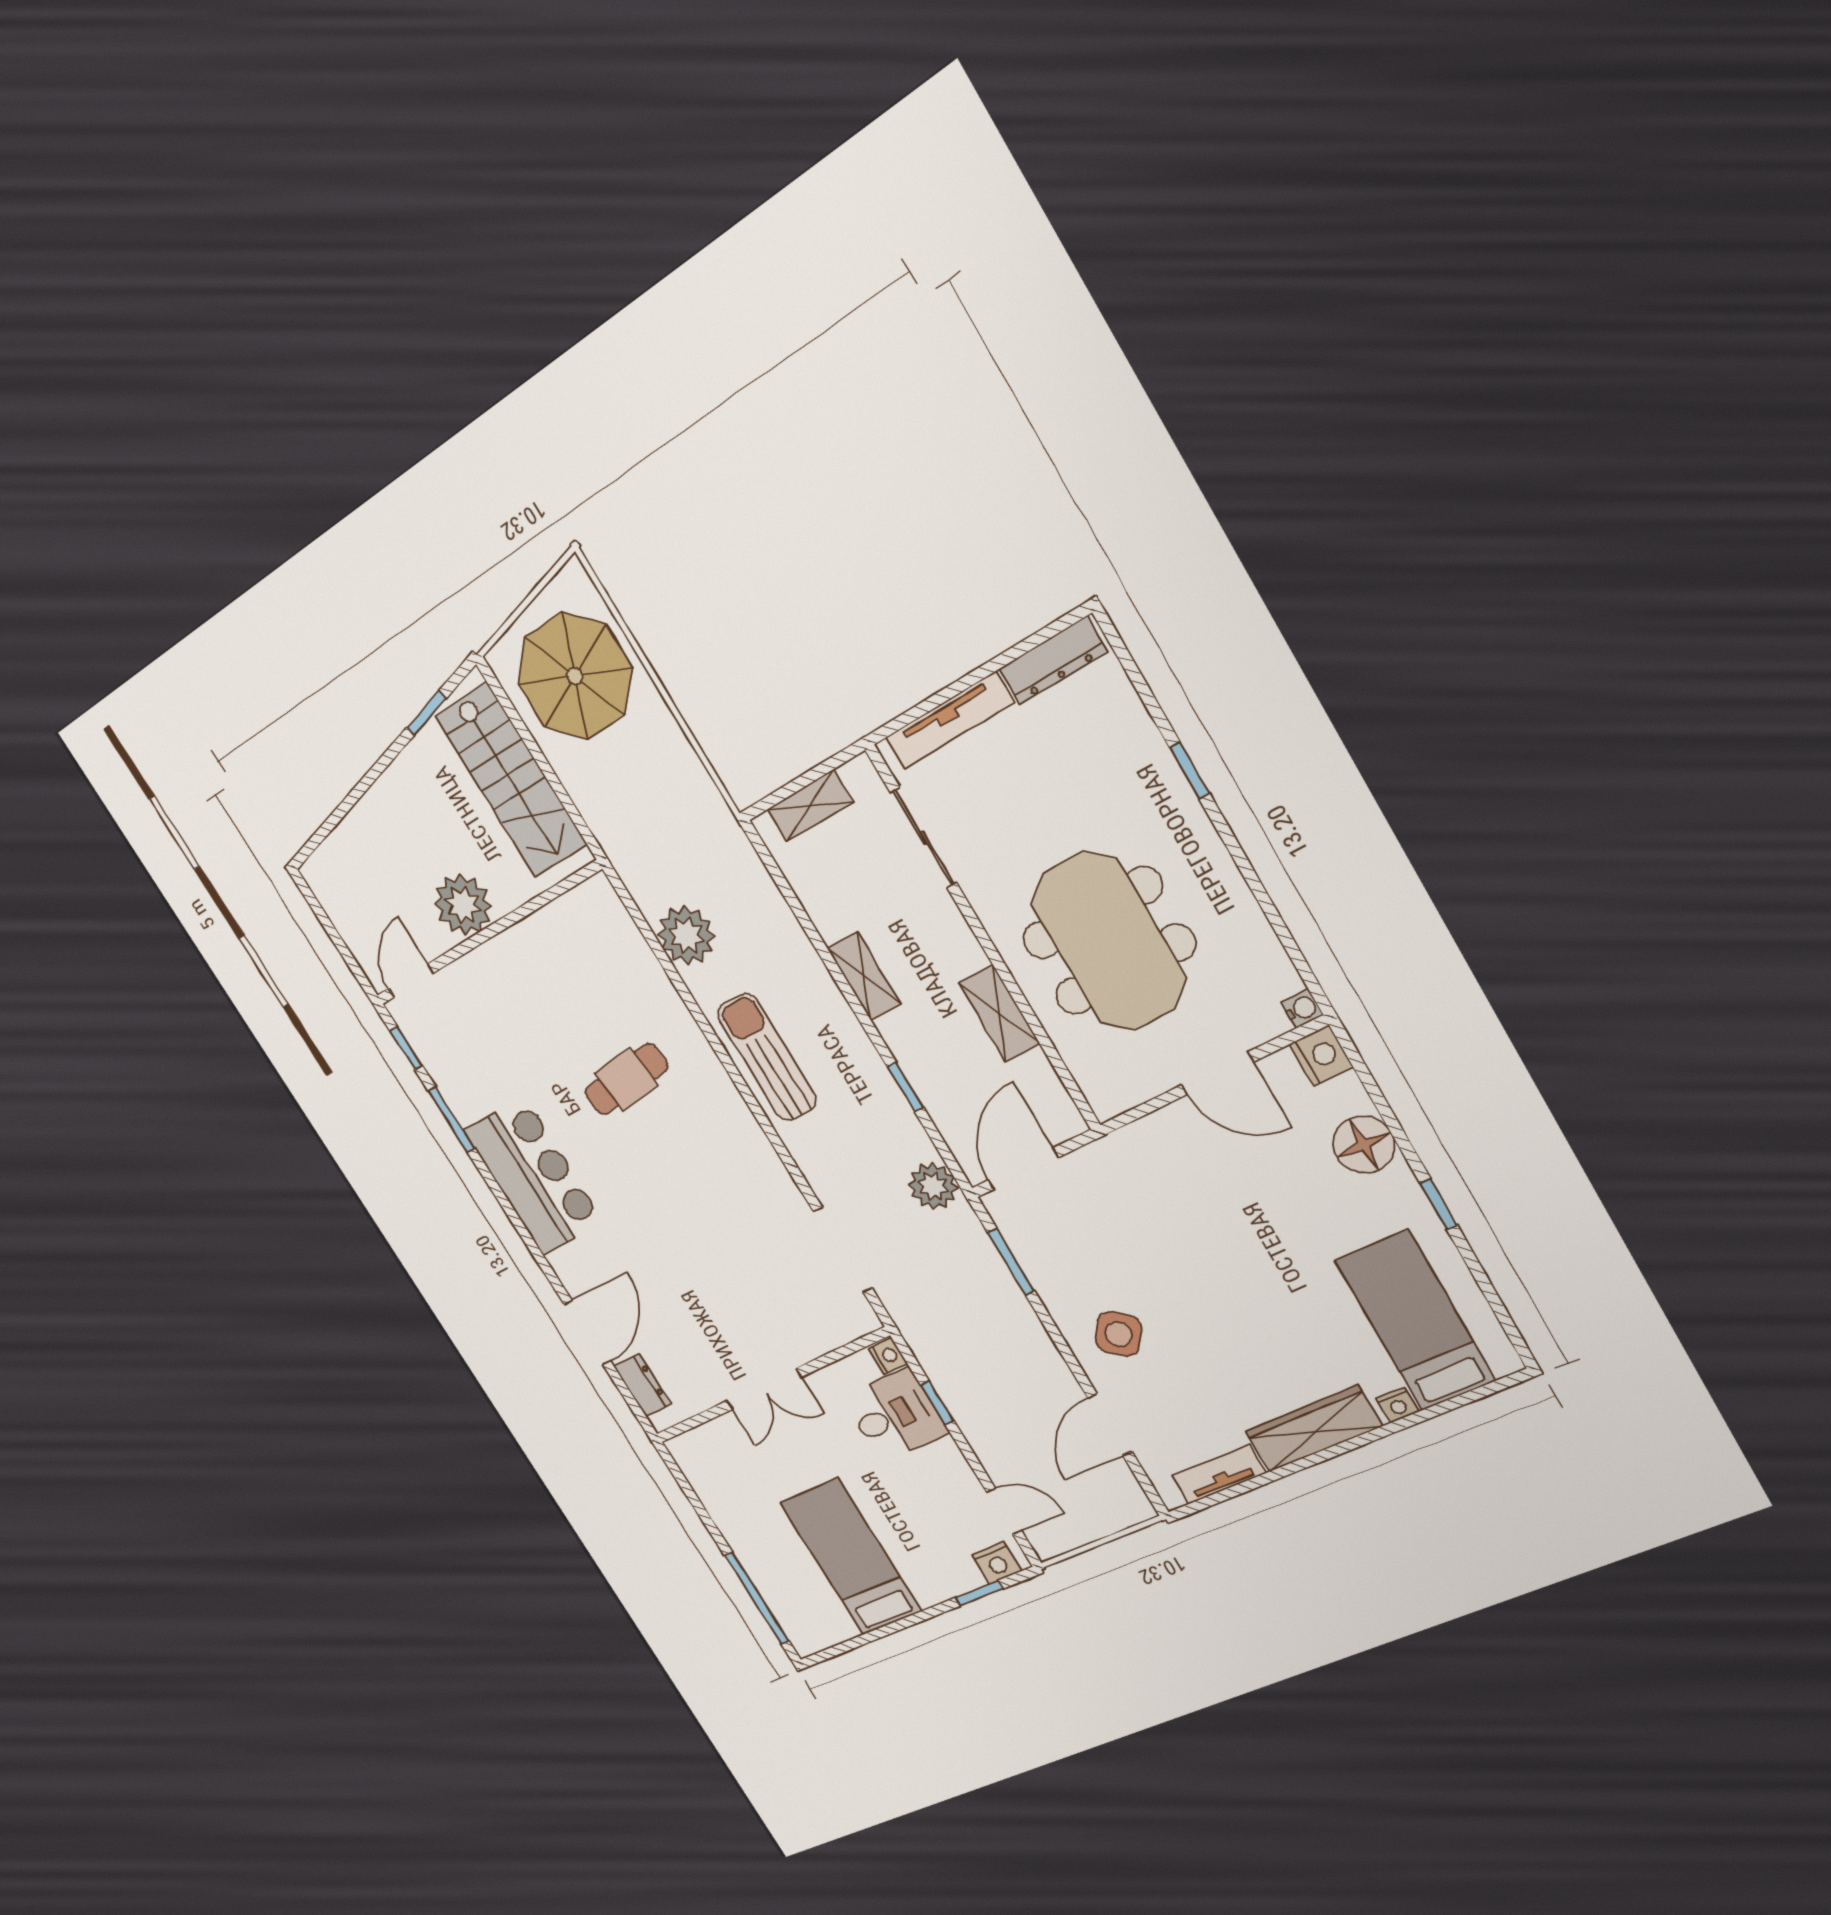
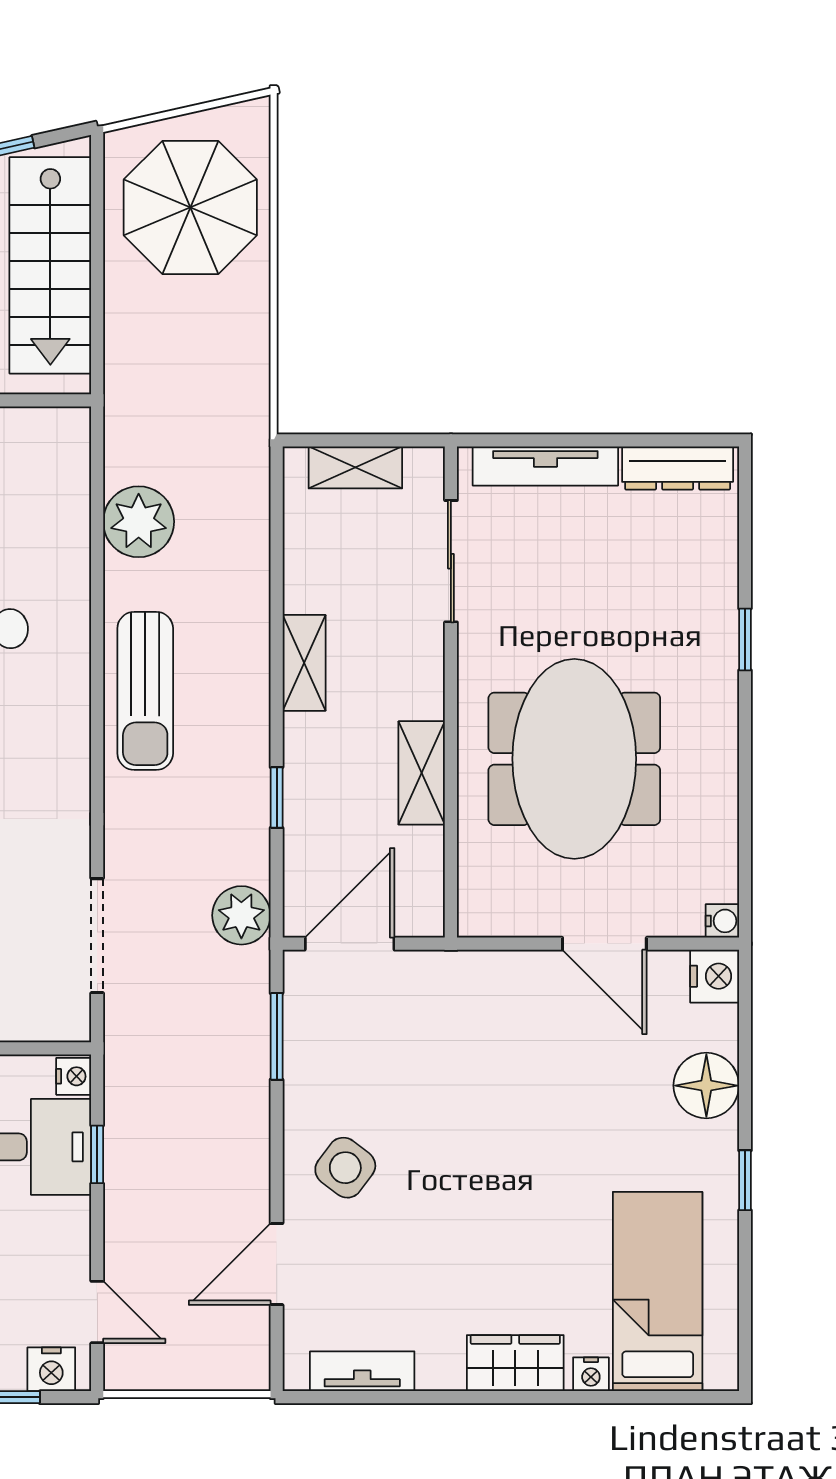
sun lounger: (767, 1057) -> (145, 691), turned 180
wardrobe: (1313, 1429) -> (515, 1363), width x0.67

